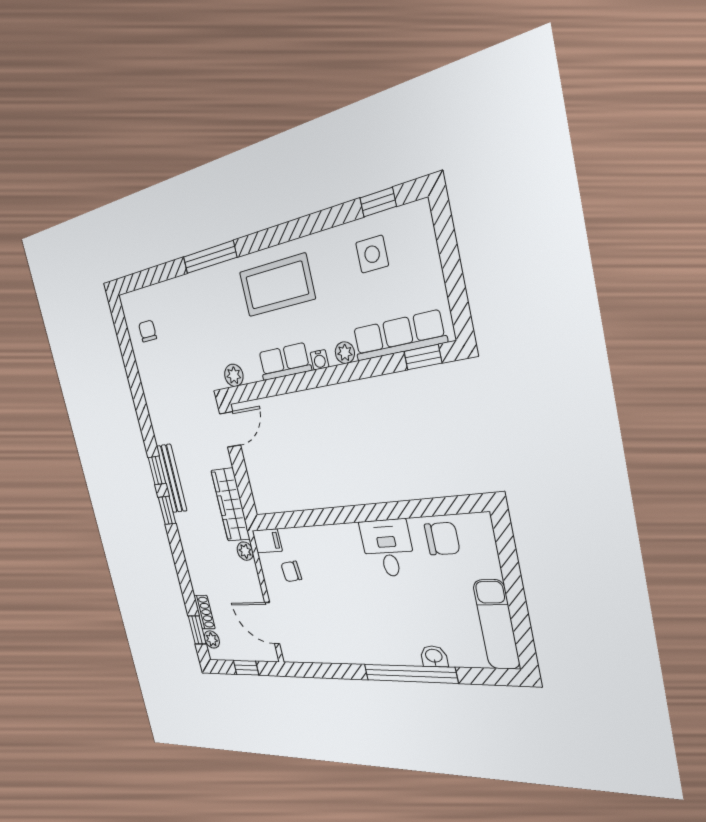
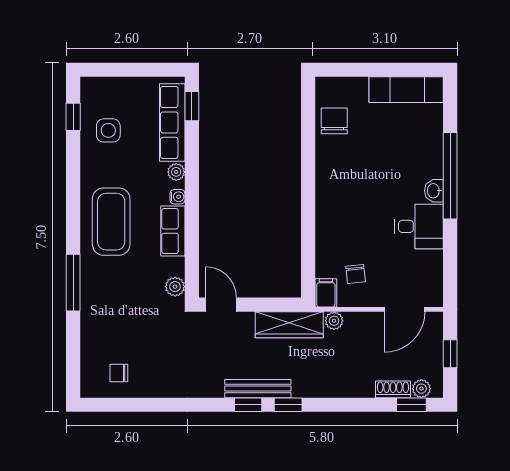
desk: (388, 548) -> (419, 226), moved, turned 180
washbasin: (434, 656) -> (434, 191), moved

